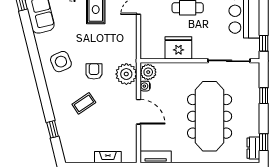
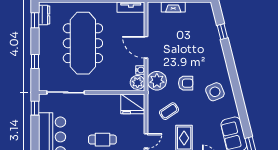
fridge: (178, 48) -> (133, 104), moved
armchair: (94, 71) -> (186, 83), turned -90
coffee table: (84, 103) -> (169, 111), moved

